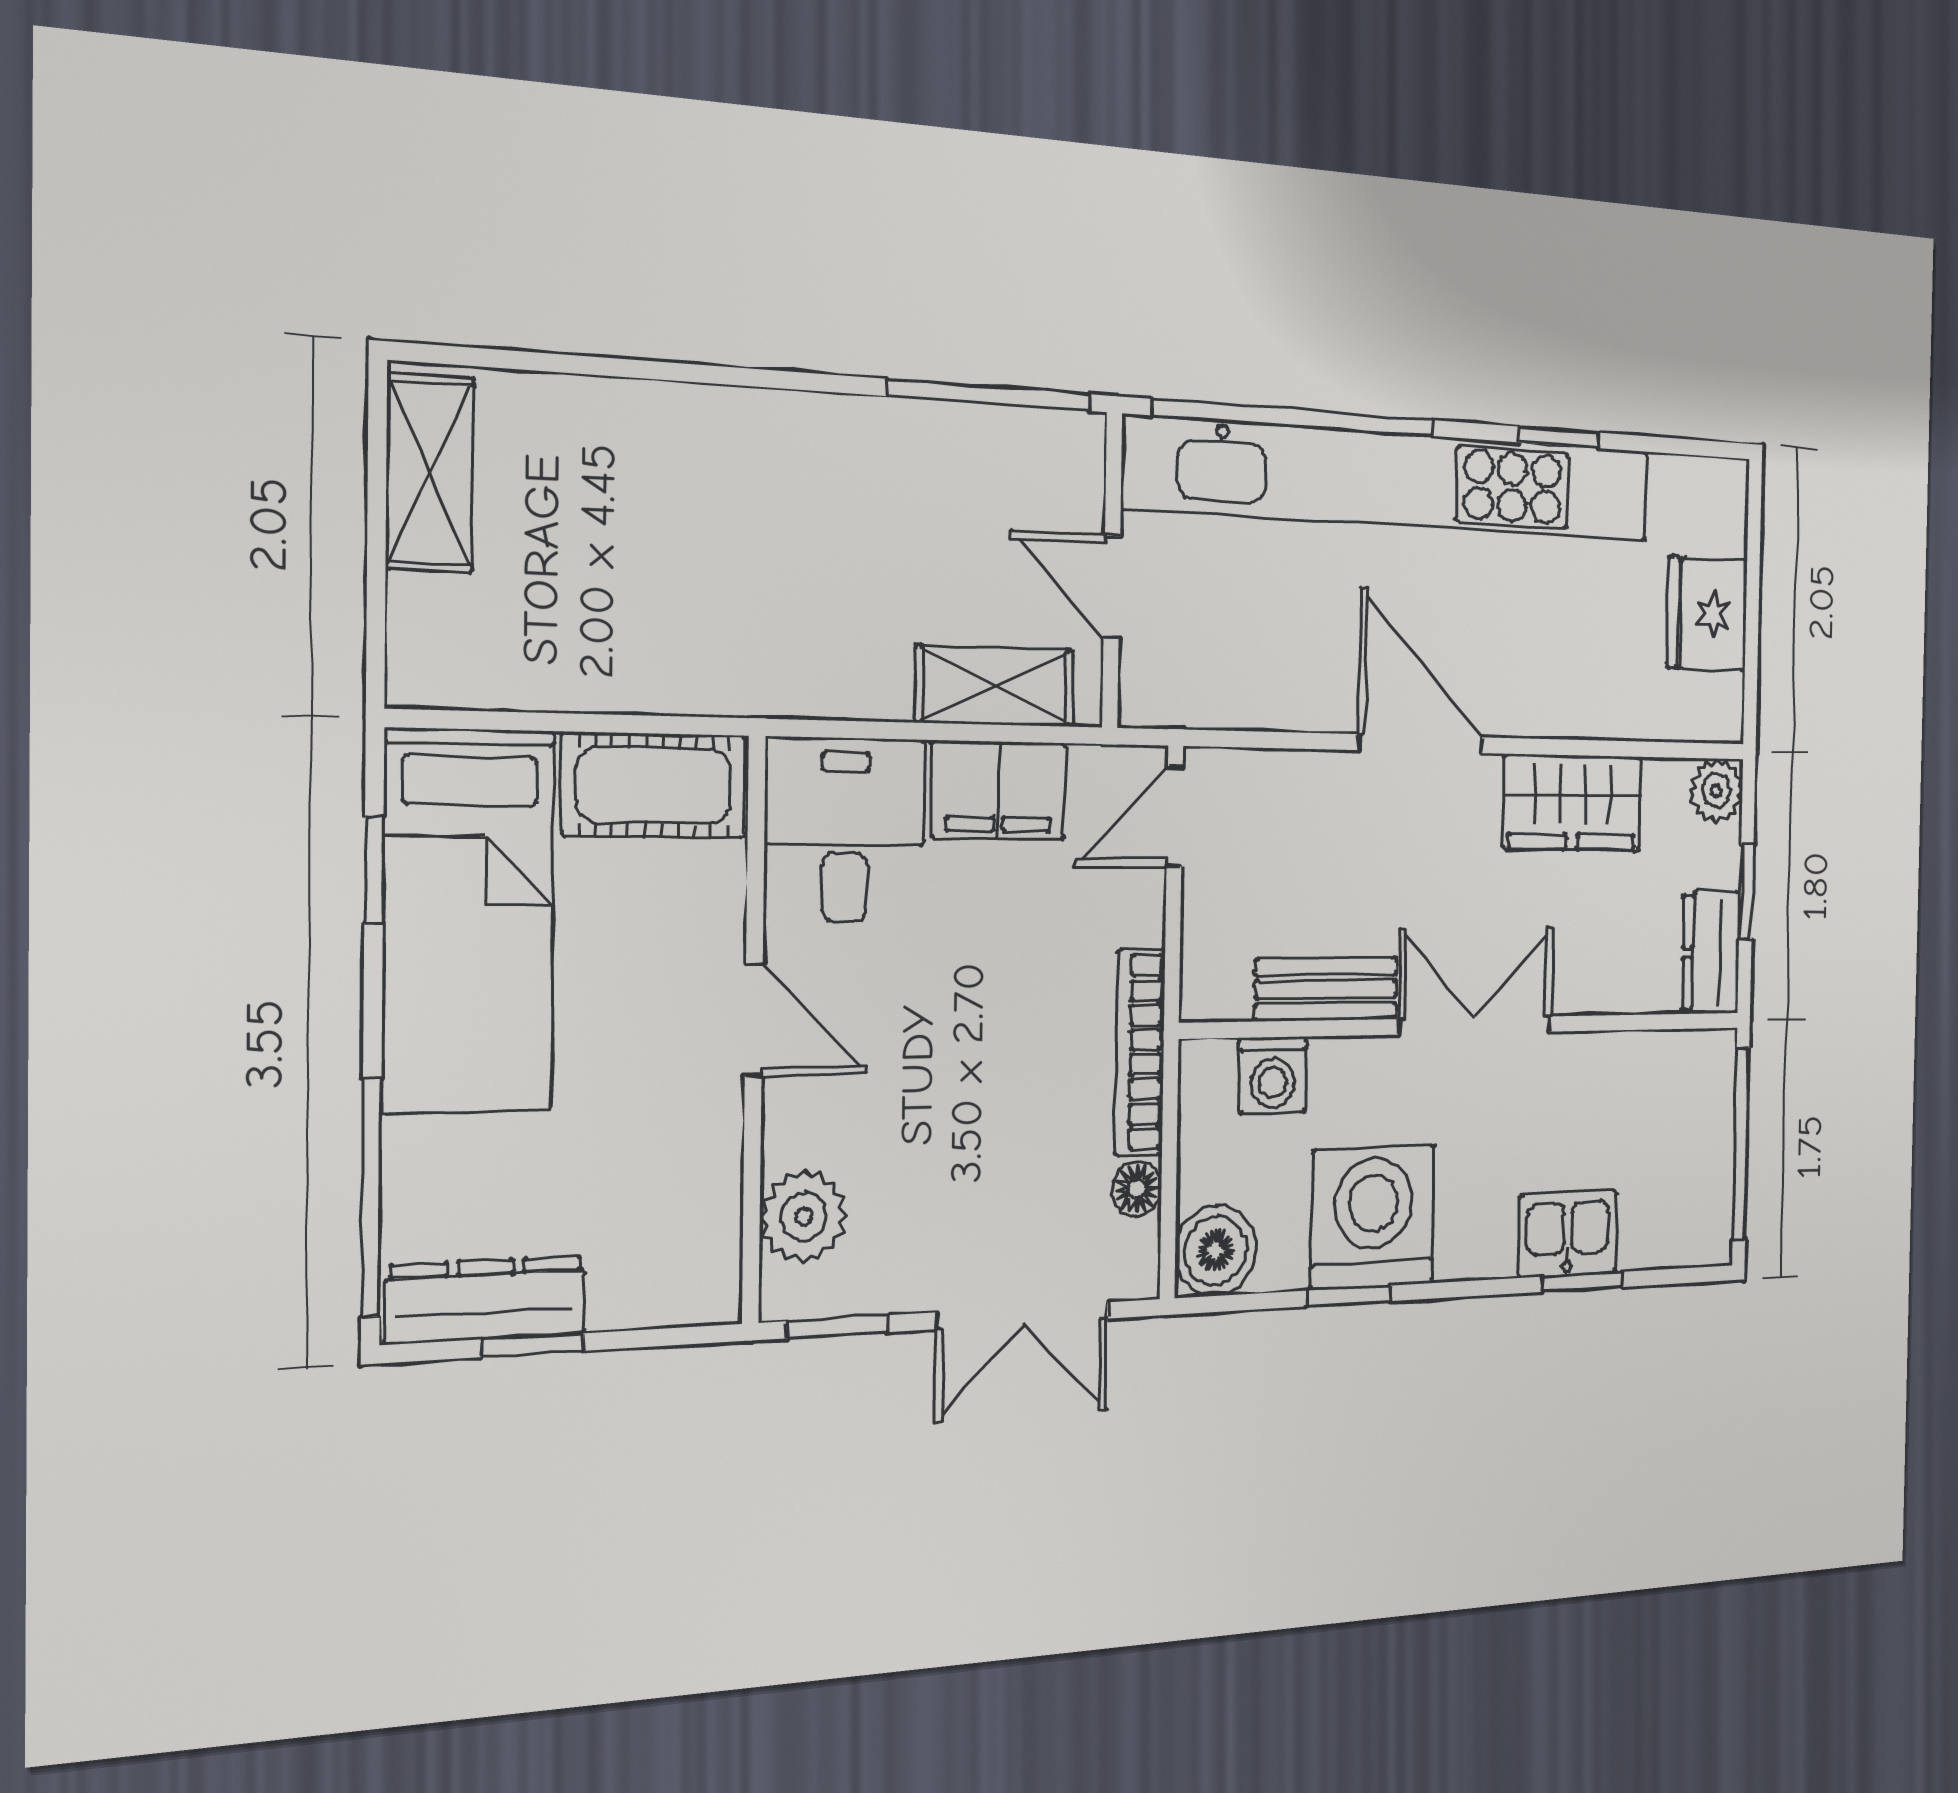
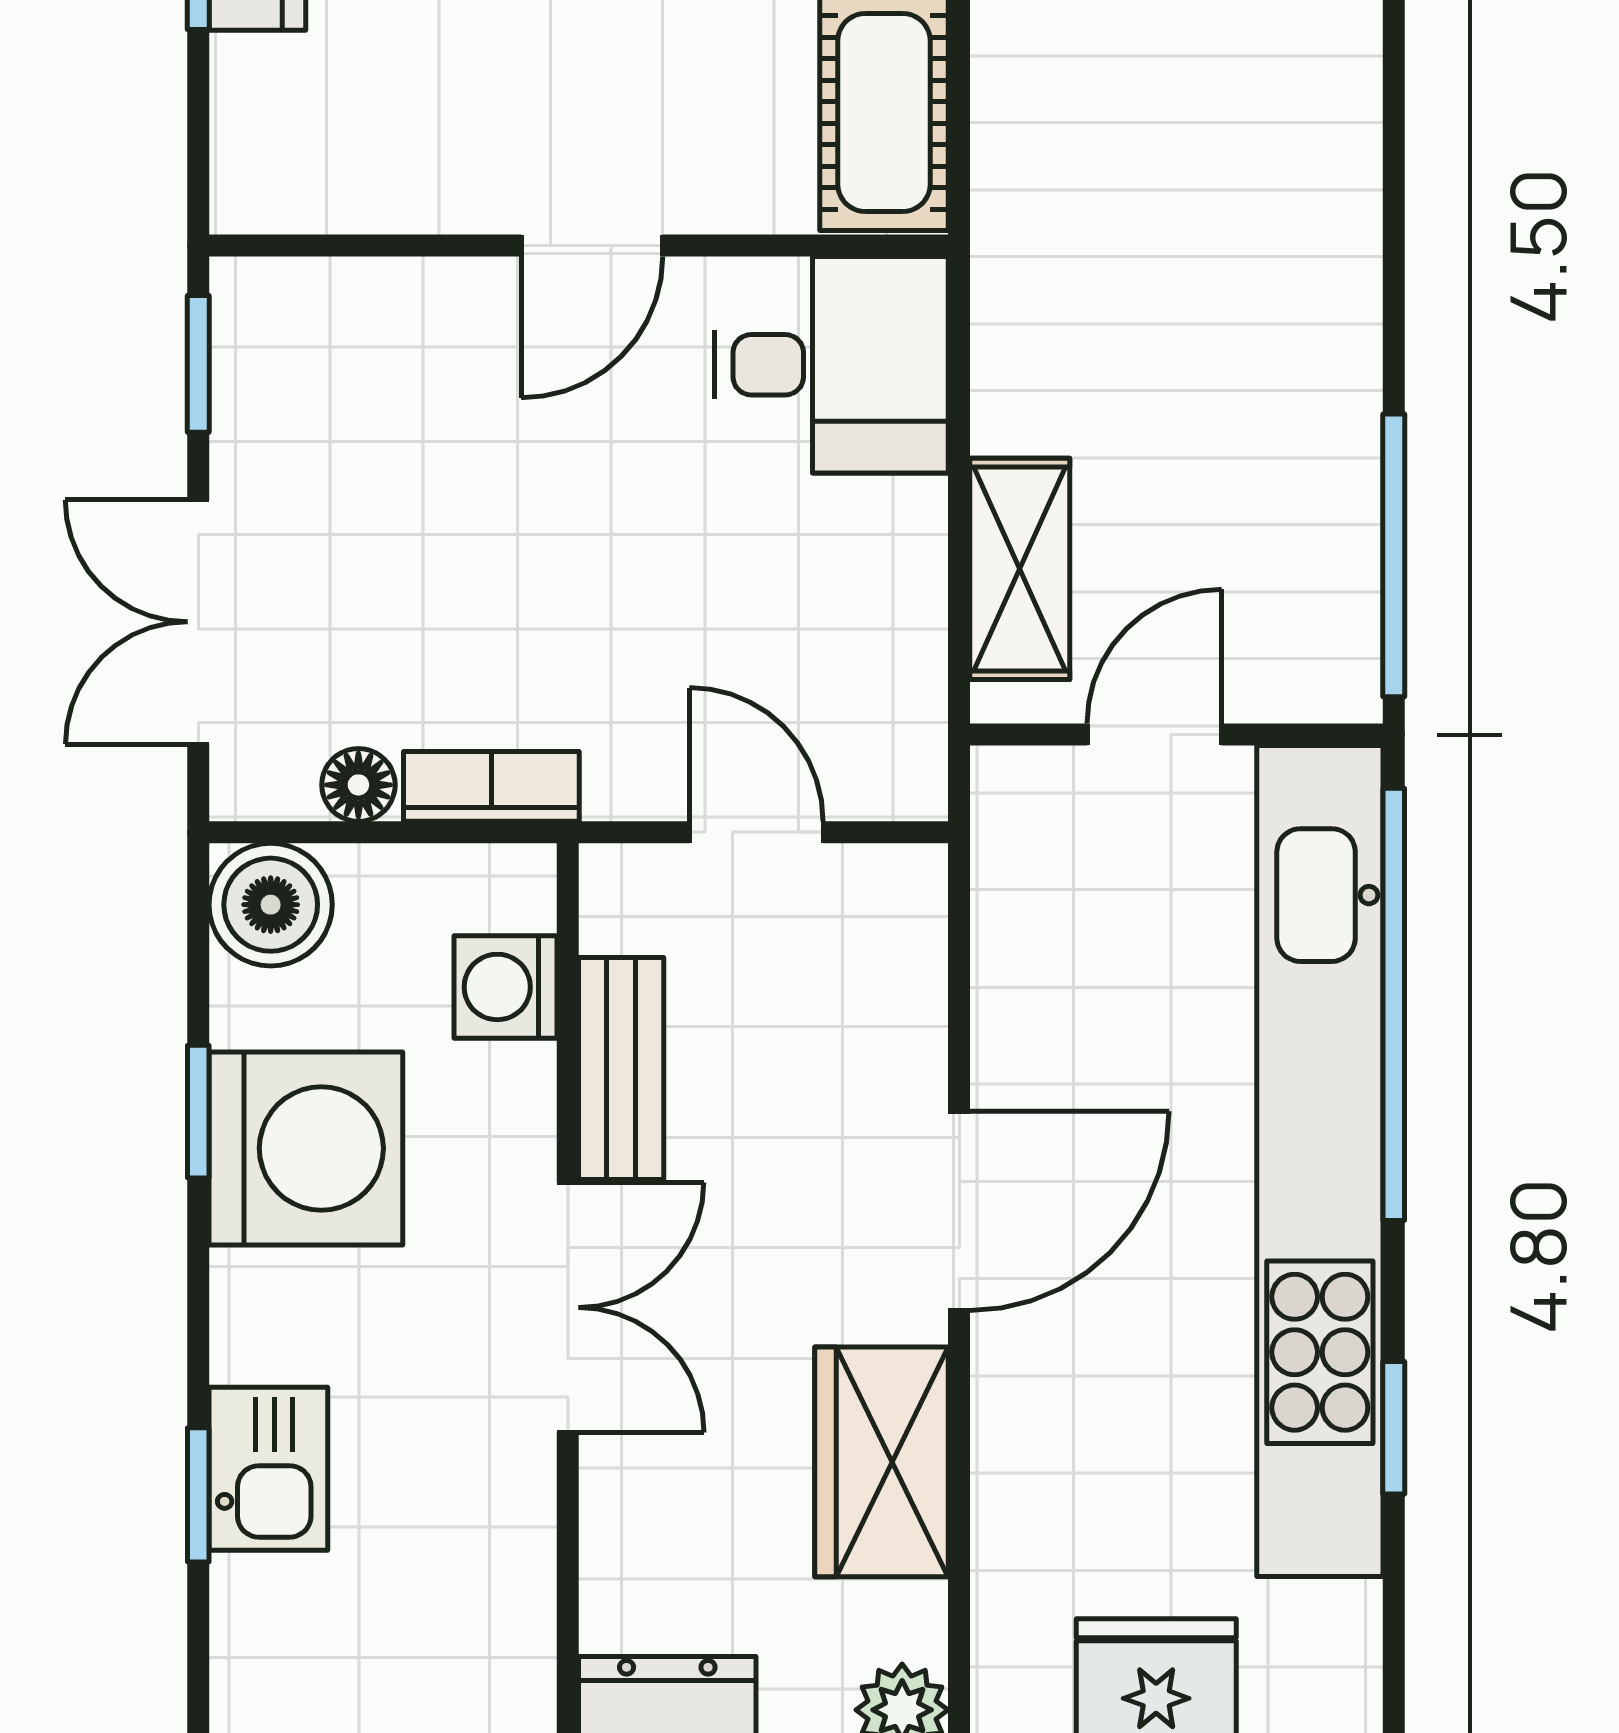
filing cabinet: (999, 790) -> (885, 576), removed
door: (1175, 816) -> (756, 832), moved
bookcase: (1140, 1052) -> (491, 786), width x0.64
plant: (804, 1216) -> (342, 315), removed

